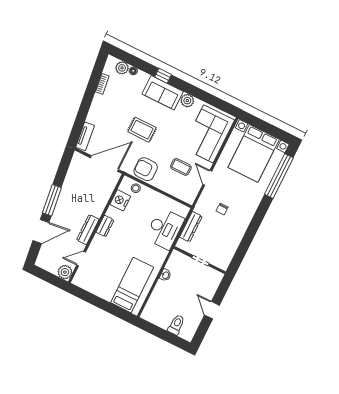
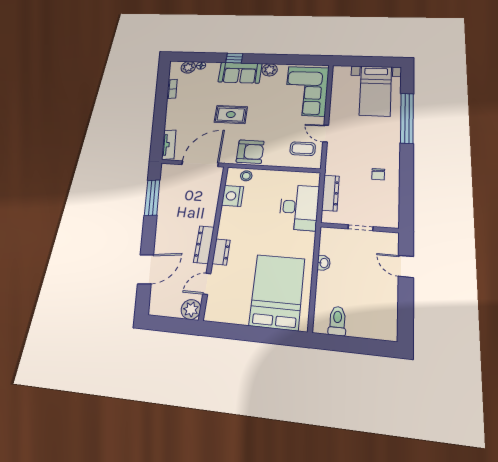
bed with nightstands: (254, 153) -> (375, 91), width x0.73
coffee table: (181, 167) -> (303, 149), moved
armchair: (146, 169) -> (250, 152), turned 180
window: (279, 176) -> (407, 118), moved
window: (52, 200) -> (152, 198), moved
chair: (222, 209) -> (378, 174), moved
dresser: (105, 226) -> (221, 252), moved
bed: (132, 285) -> (277, 292), width x1.50
door: (212, 310) -> (406, 266), moved
toilet: (176, 325) -> (337, 321), moved

